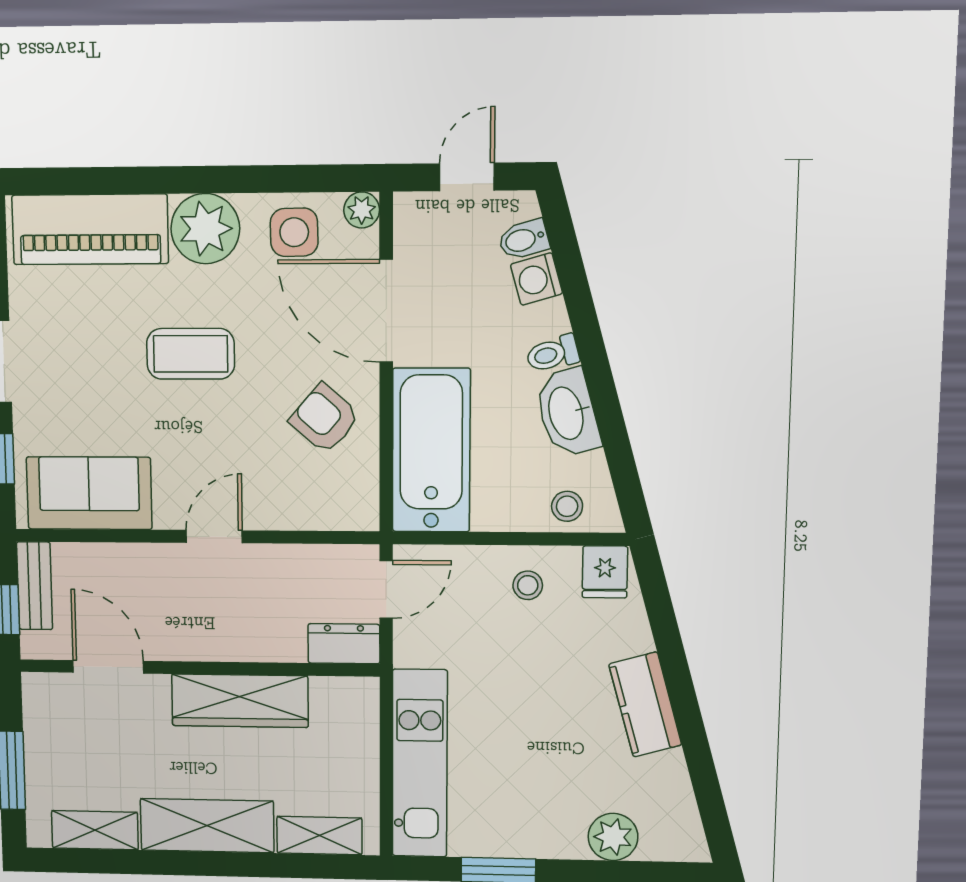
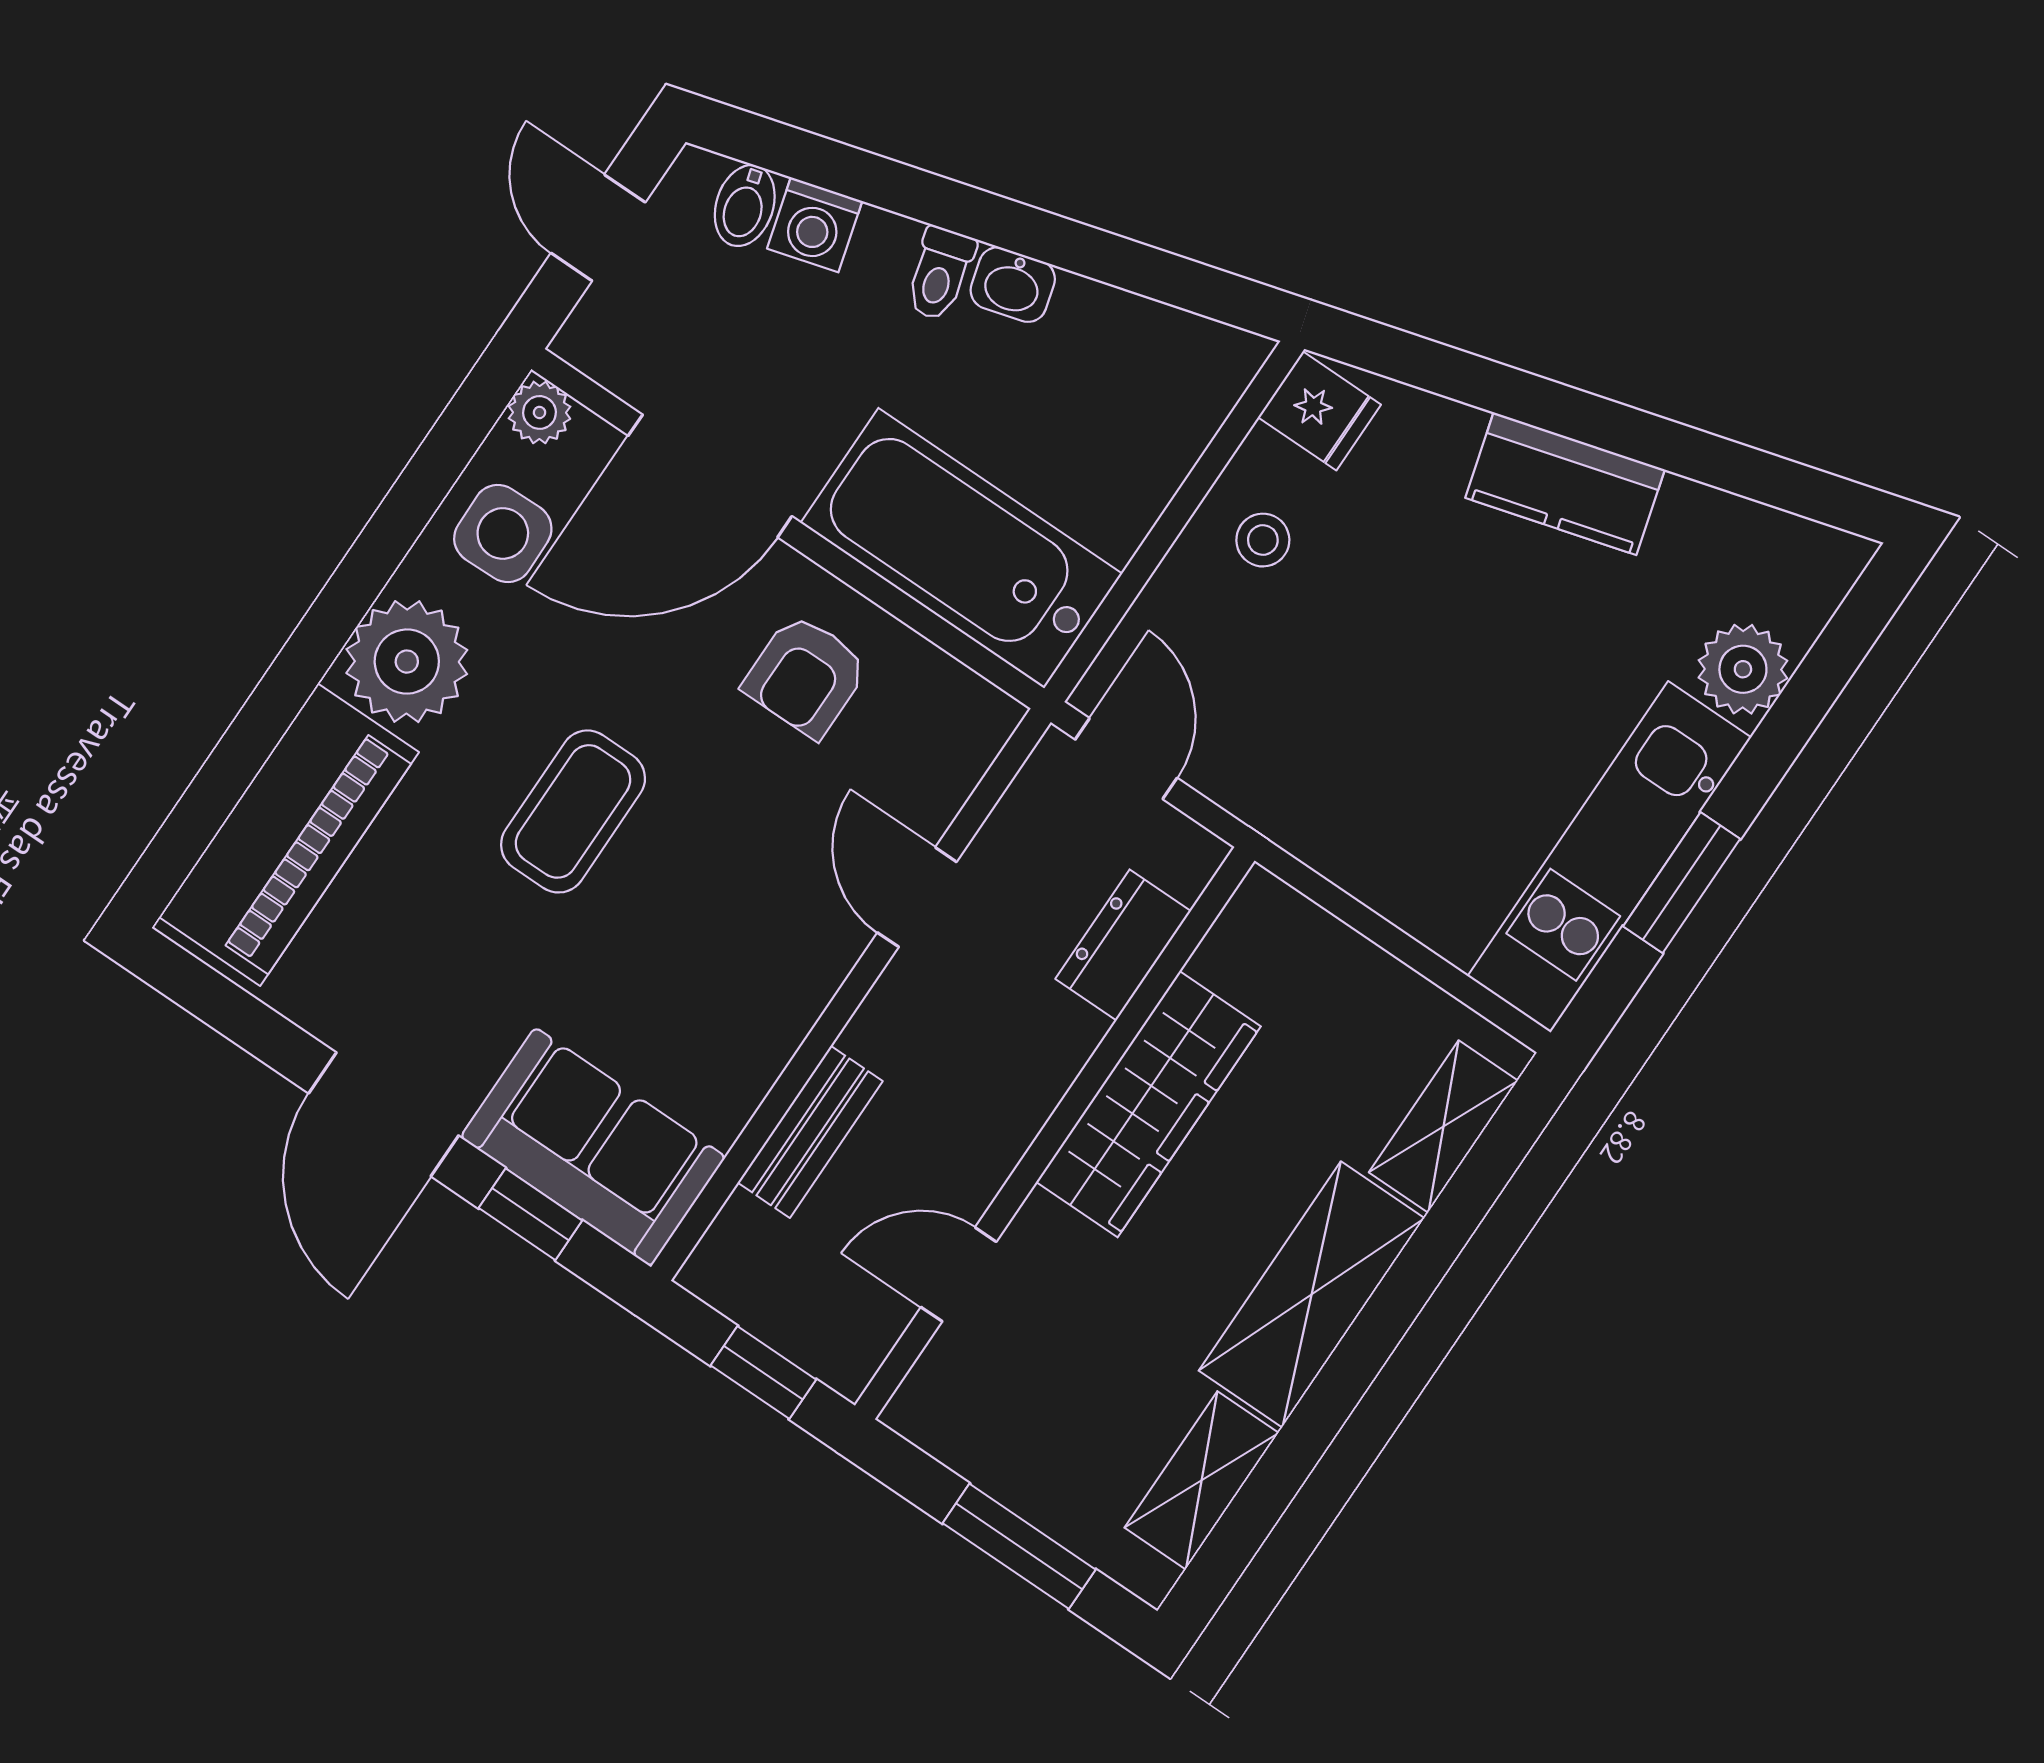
washbasin: (567, 413) -> (1013, 285), width x0.52, depth x0.69
armchair: (325, 418) -> (806, 676), turned -41
sofa: (89, 493) -> (593, 1147), moved, turned 90
stool: (567, 506) -> (1182, 402), removed
door: (214, 537) -> (917, 897), moved
bench: (35, 586) -> (810, 1132), moved, turned 90
dresser: (344, 644) -> (1123, 945), moved
door: (108, 667) -> (959, 1274), width x0.73
kitchen unit: (420, 764) -> (1609, 857), moved, turned -90

